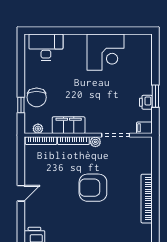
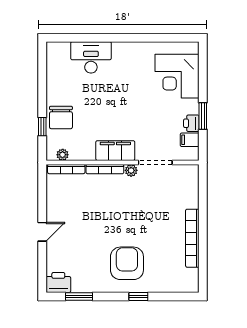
desk: (46, 47) -> (91, 57), moved
corner desk: (105, 52) -> (177, 76), moved, turned 90
filing cabinet: (69, 125) -> (115, 151), moved
filing cabinet: (144, 128) -> (190, 140), moved
armchair: (93, 188) -> (127, 263), moved, turned 90

